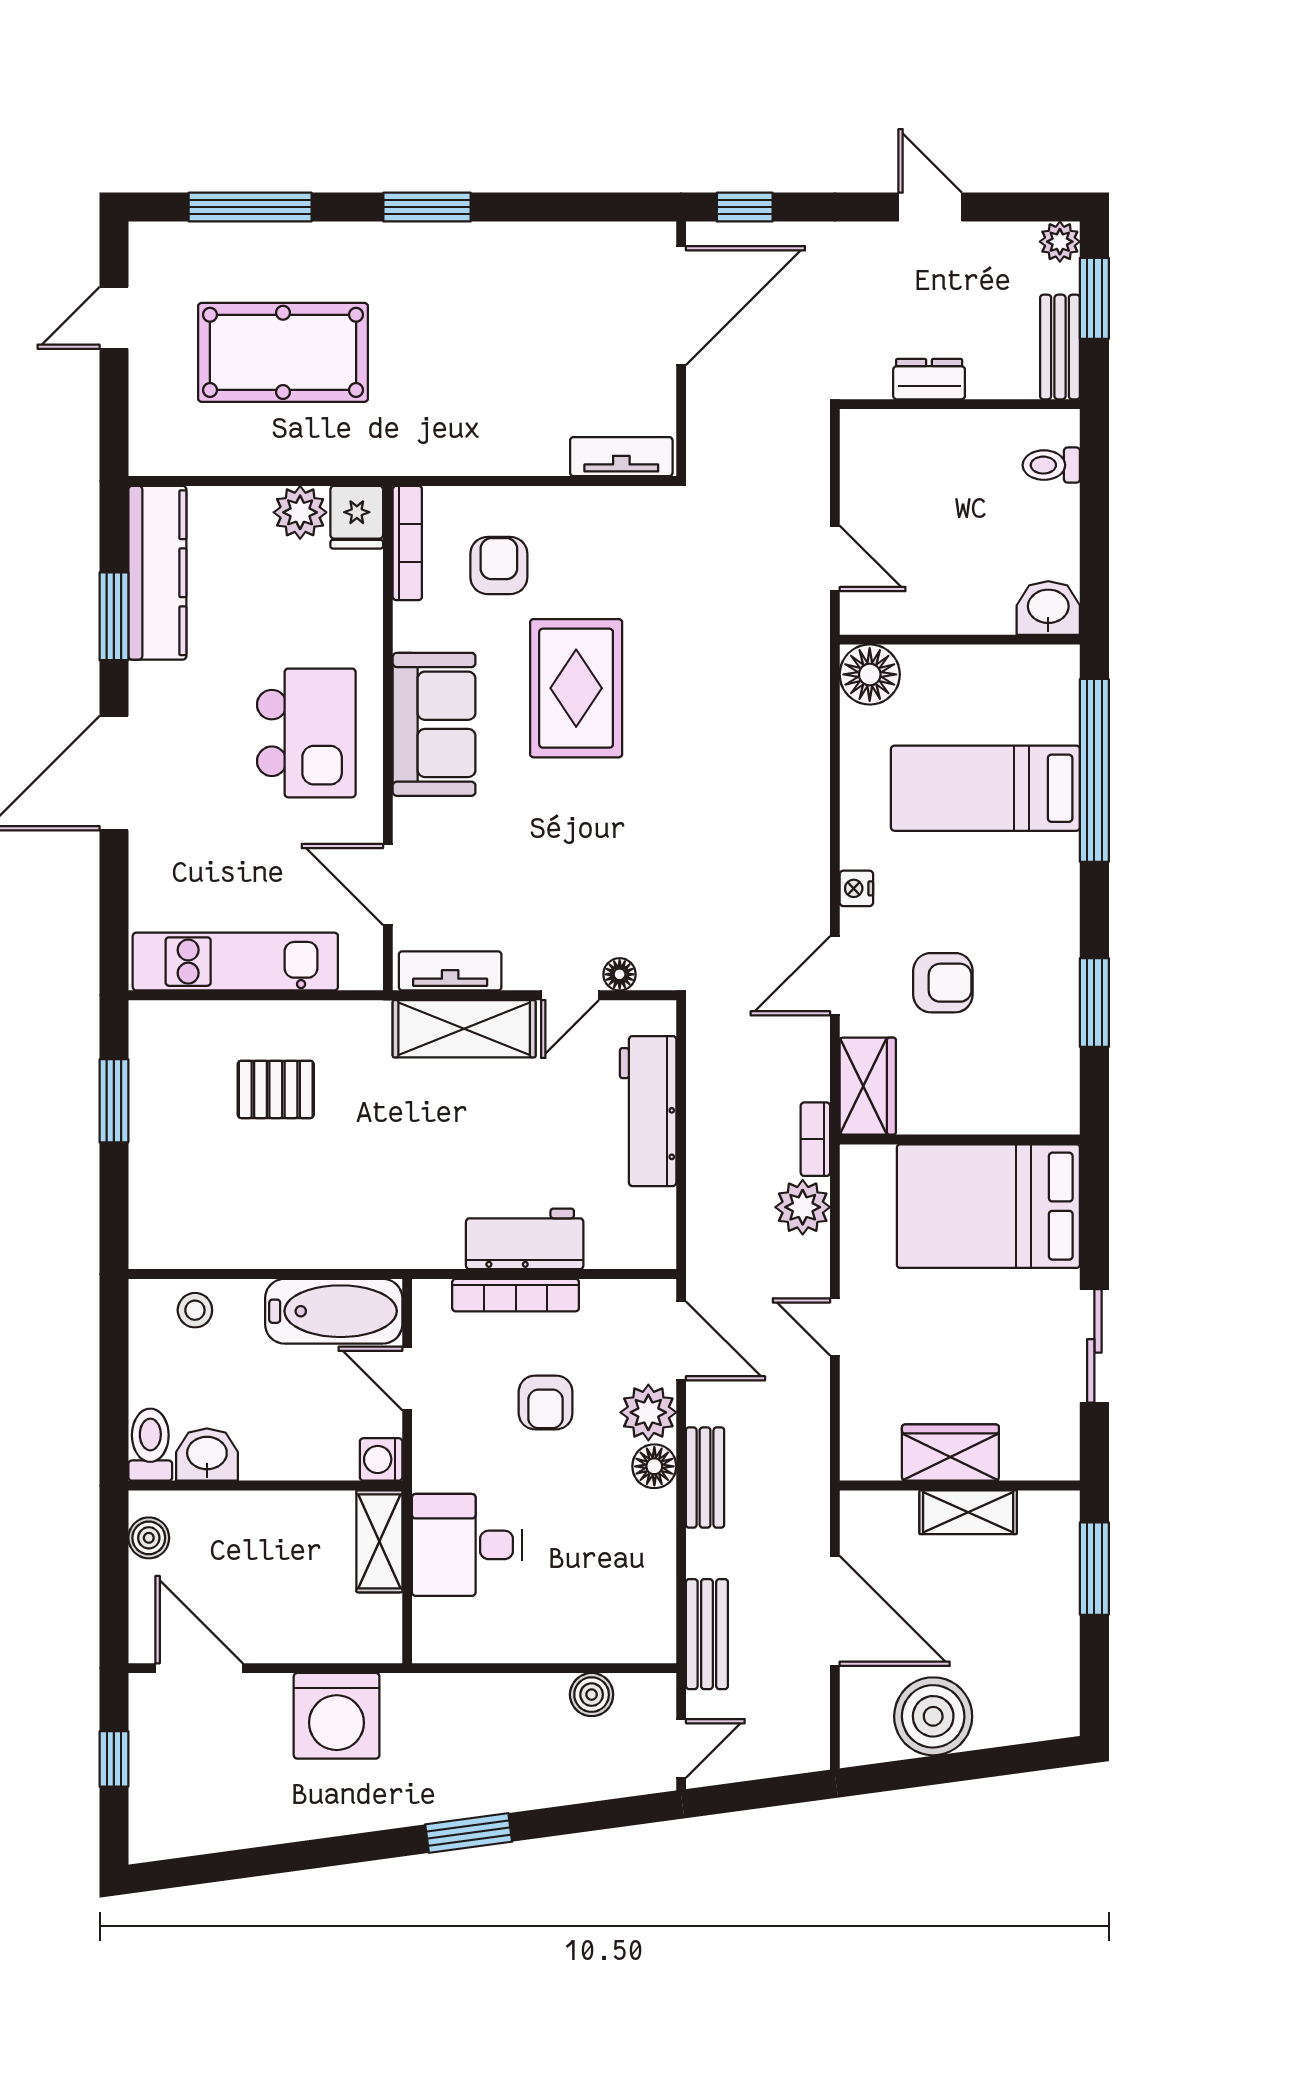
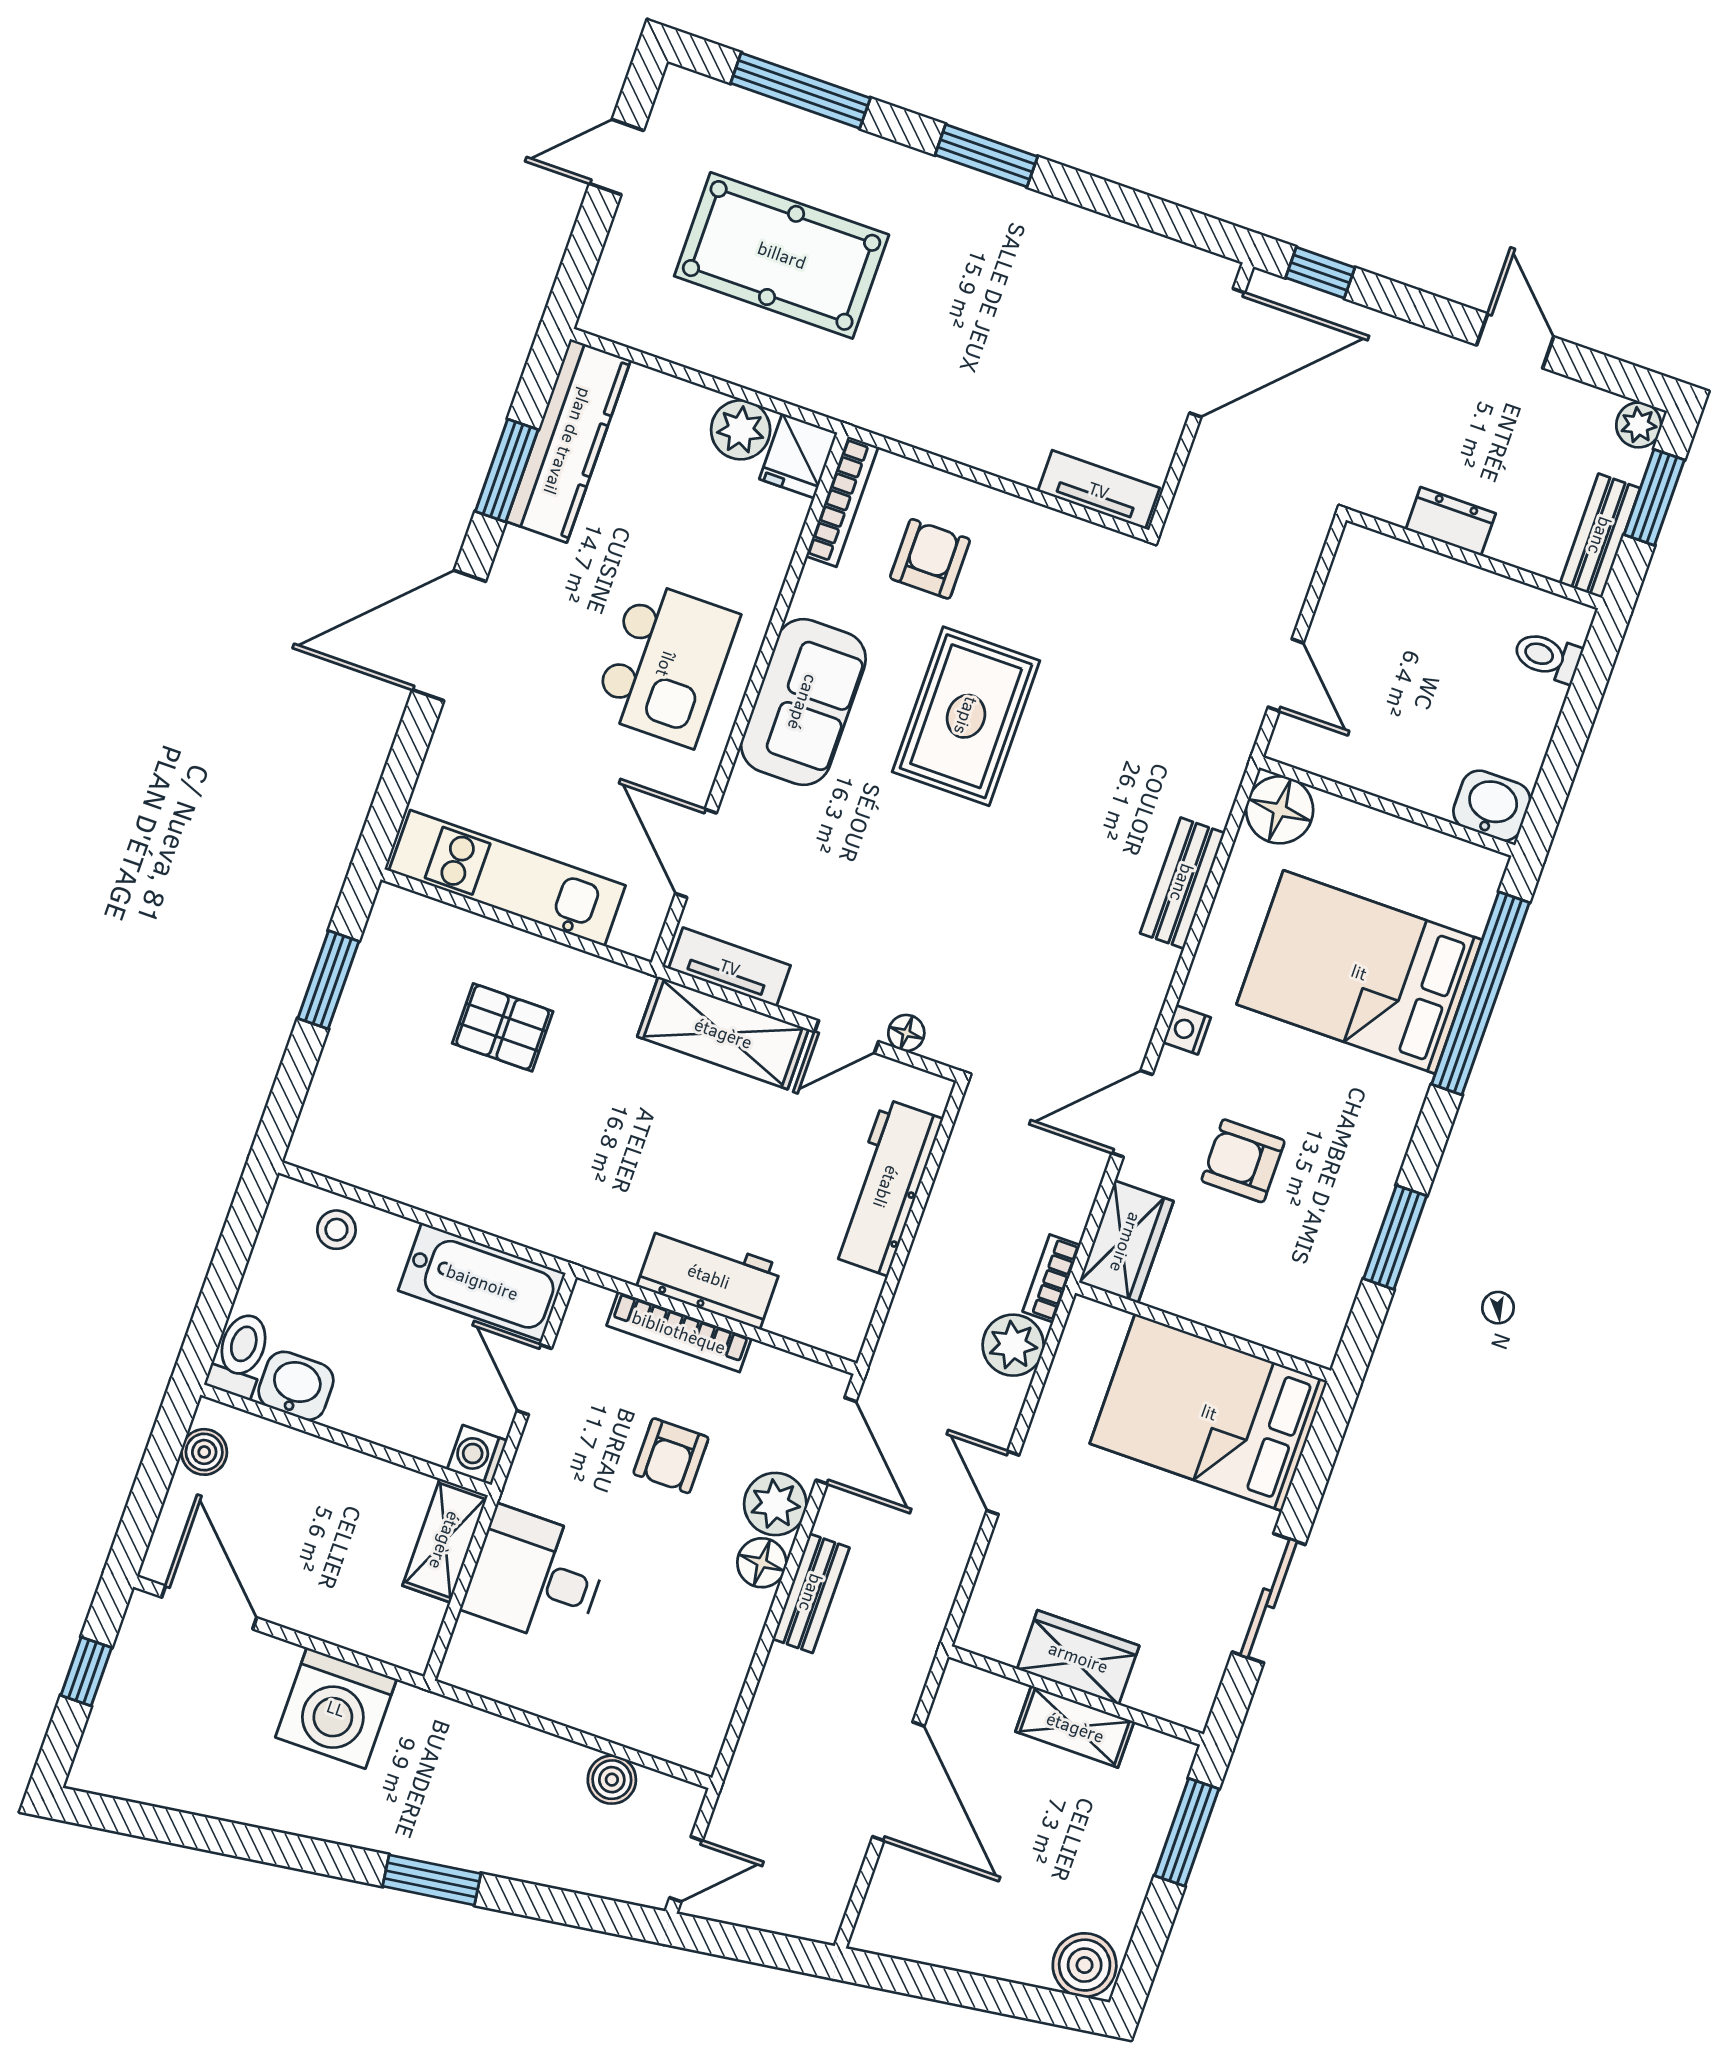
bed: (985, 788) -> (1359, 972), width x1.50
armchair: (943, 983) -> (1243, 1161), turned 180
bench: (707, 1634) -> (1182, 883), moved
boiler: (933, 1716) -> (1085, 1965), moved, width x0.73, depth x0.73

